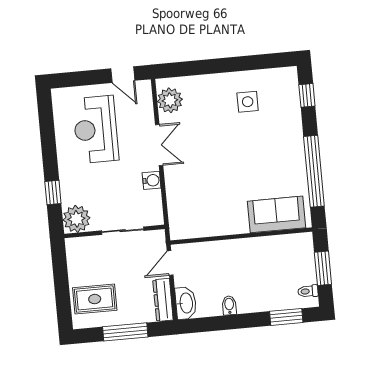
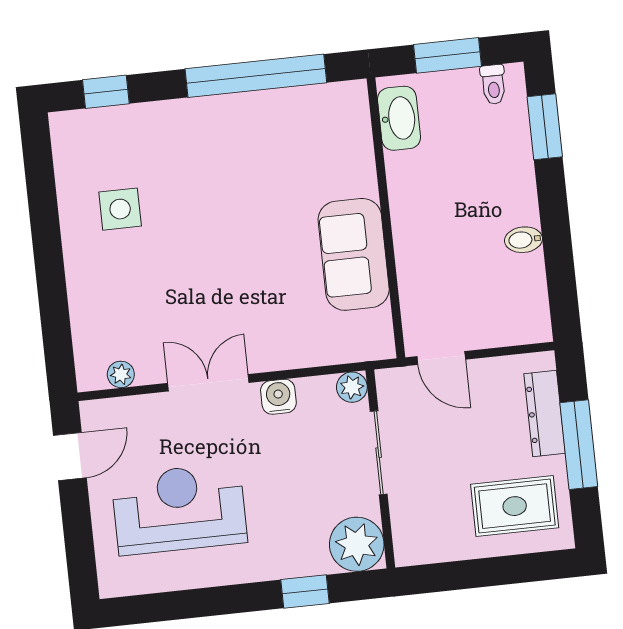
plant: (170, 100) -> (121, 374), width x0.53, depth x0.53
reception desk: (96, 129) -> (179, 509), turned 180
sofa: (276, 214) -> (354, 254), moved
plant: (156, 218) -> (352, 387), added
rug: (95, 299) -> (515, 506), turned 90
dresser: (163, 300) -> (545, 414), moved, turned 90
washbasin: (186, 303) -> (399, 118), moved, turned 90

